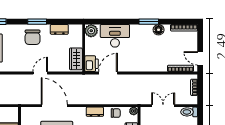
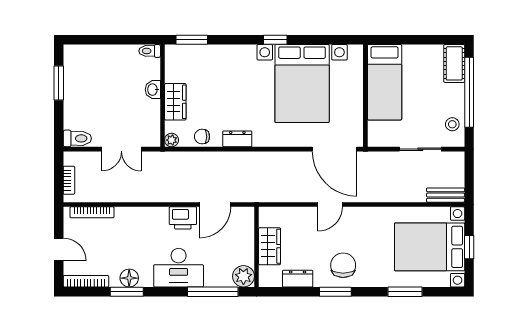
window: (109, 22) -> (213, 292), added
window: (149, 22) -> (127, 292), moved
desk: (115, 36) -> (179, 268), moved
door: (200, 58) -> (59, 249), moved
wardrobe: (76, 59) -> (270, 246), moved
printer: (91, 64) -> (183, 218), moved, turned -90
door: (54, 106) -> (335, 149), moved

